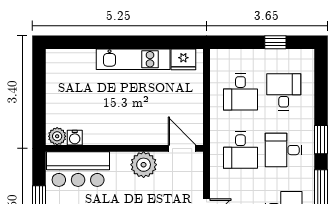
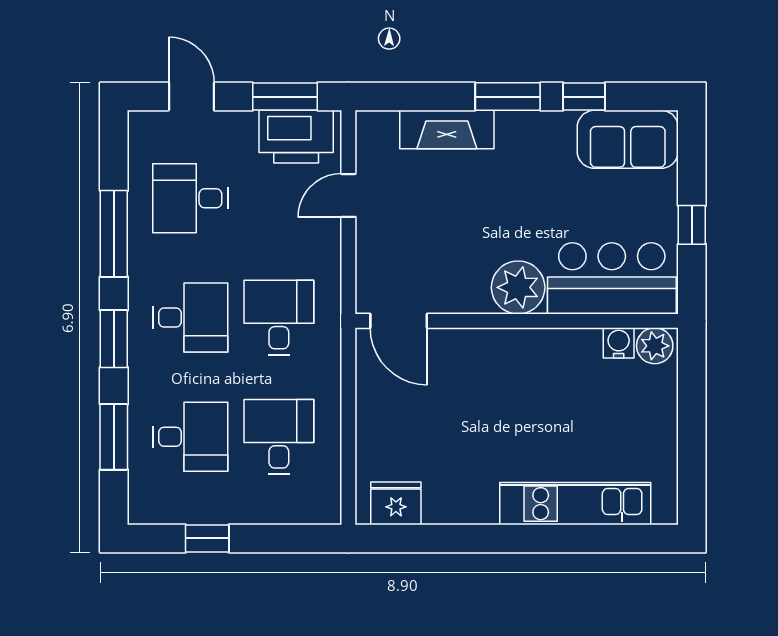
kitchen unit: (133, 59) -> (575, 504), moved
desk: (284, 92) -> (190, 437), turned -90
window: (321, 92) -> (114, 437), added
plant: (144, 165) -> (518, 287), moved

